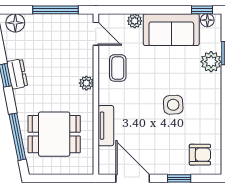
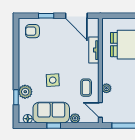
window: (202, 10) -> (54, 126), moved
plant: (86, 83) -> (106, 88), moved
side table: (173, 105) -> (53, 80), moved

